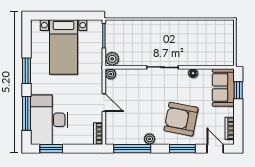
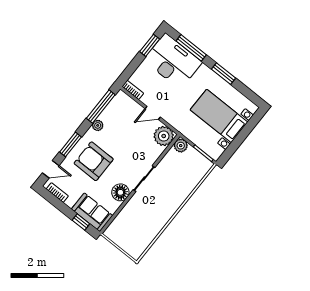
floor lamp: (193, 73) -> (120, 192), width x1.89, depth x1.89
plant: (111, 74) -> (164, 136), width x1.88, depth x1.88
armchair: (181, 119) -> (94, 161), turned -101

